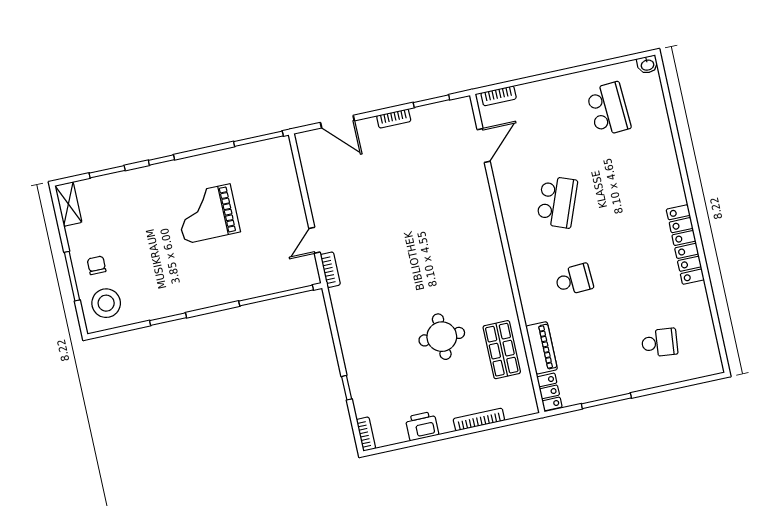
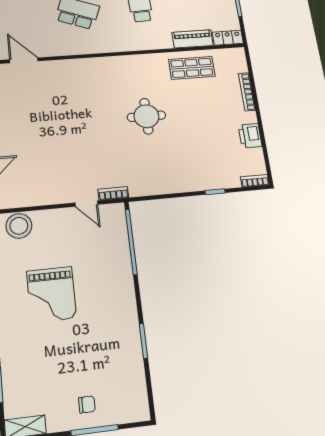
chair: (97, 265) -> (87, 404), turned 180
stool: (106, 303) -> (19, 226), moved
round table: (442, 337) -> (146, 116), moved

